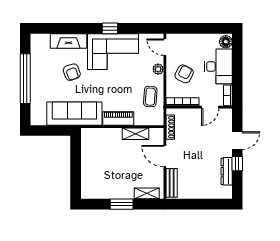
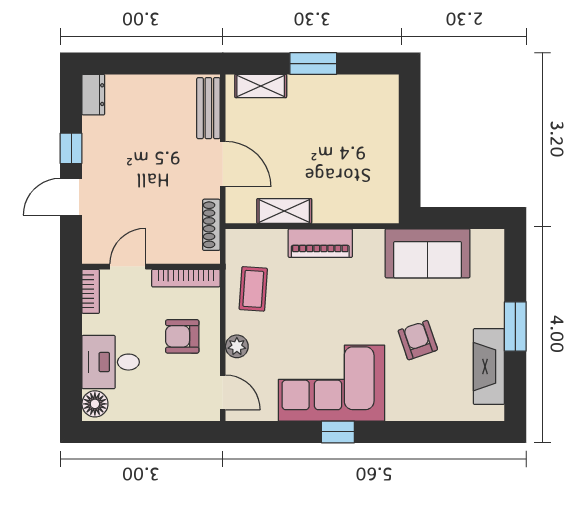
fireplace: (68, 41) -> (489, 367), moved, turned -90
desk: (218, 66) -> (111, 362), width x0.73
armchair: (184, 74) -> (182, 336), turned 63
window: (25, 79) -> (515, 326), width x0.47
sofa: (74, 114) -> (428, 253), width x0.73
dresser: (227, 171) -> (93, 95), moved, width x0.70

